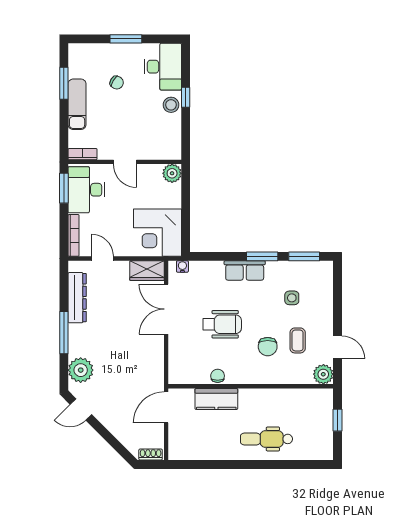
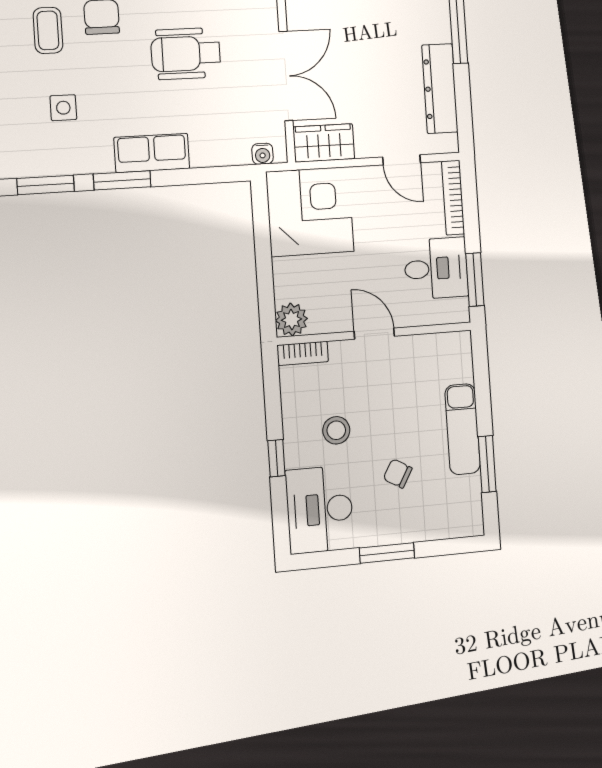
stool: (171, 105) -> (336, 430), moved
bookcase: (83, 154) -> (303, 353), moved
desk: (86, 190) -> (436, 268), width x0.73

